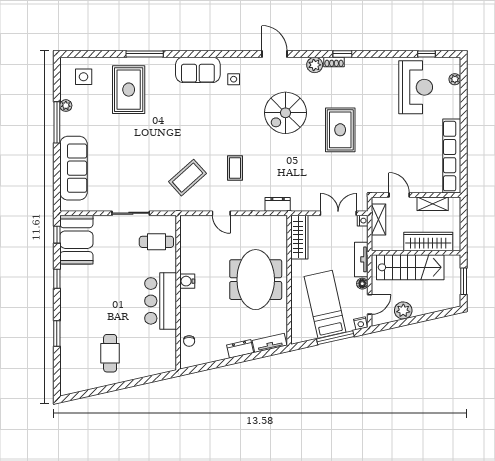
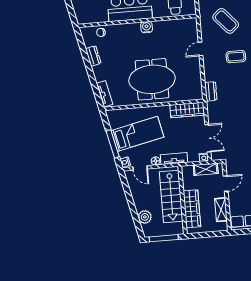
window: (464, 281) -> (164, 238), width x1.44
plant: (403, 310) -> (145, 217), moved
dresser: (240, 349) -> (93, 56), moved

